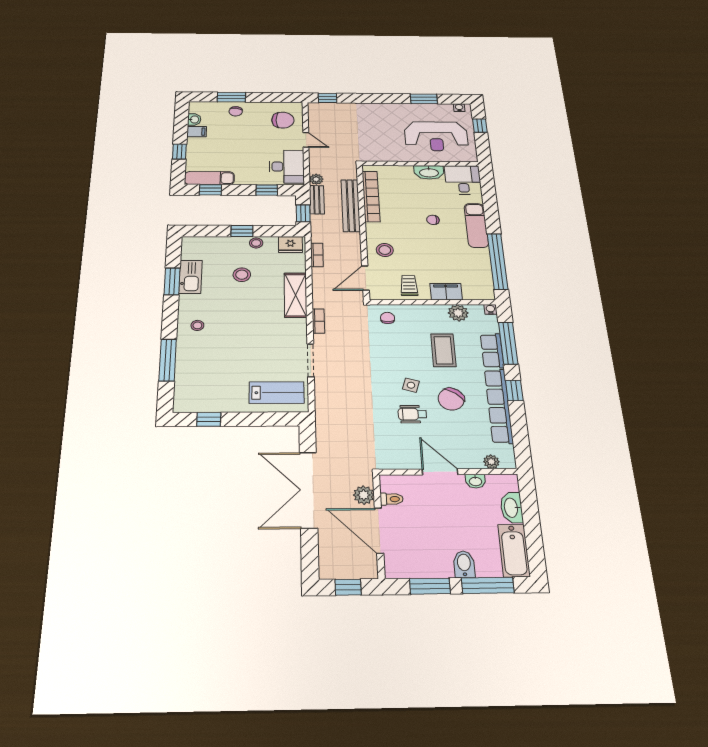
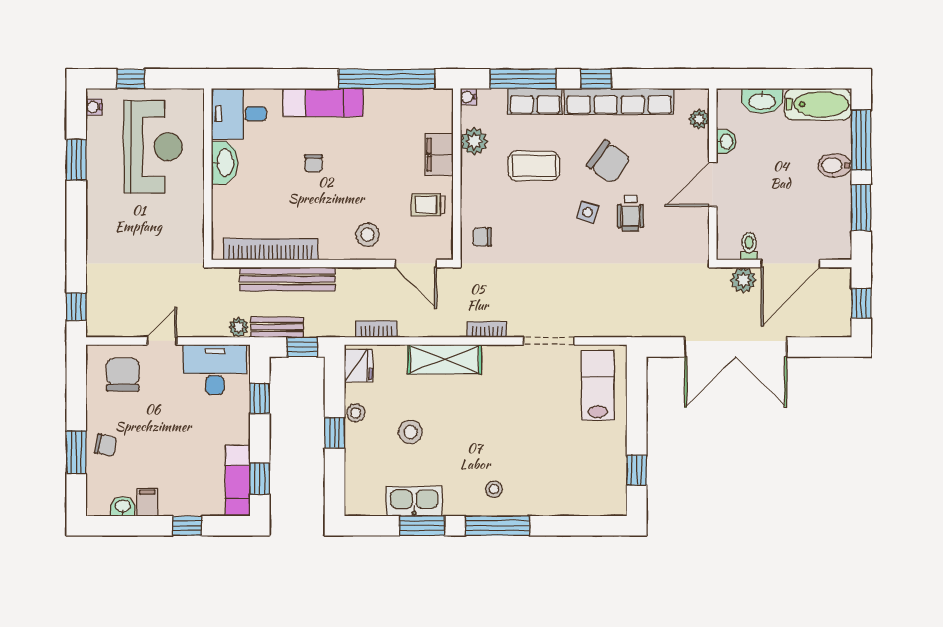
window: (168, 360) -> (497, 526), moved

